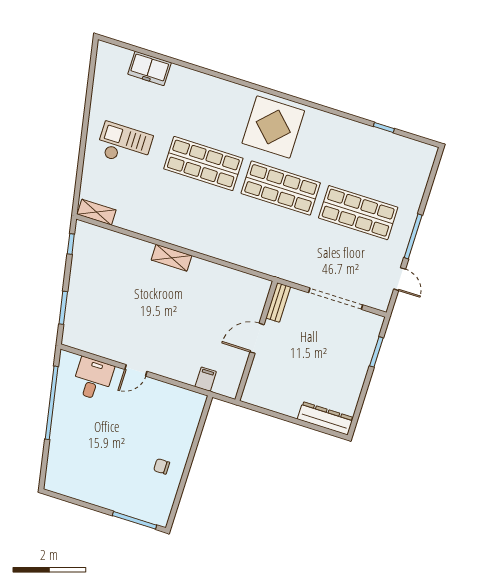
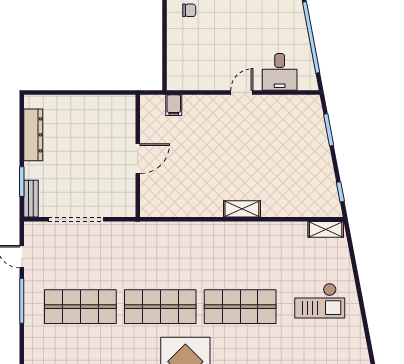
bench: (278, 302) -> (31, 199), moved
dresser: (325, 418) -> (33, 135), moved, turned -90

